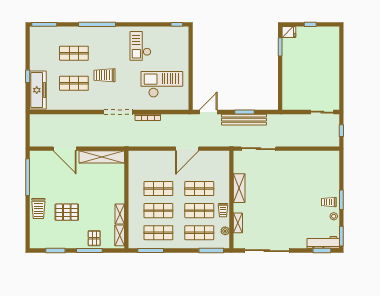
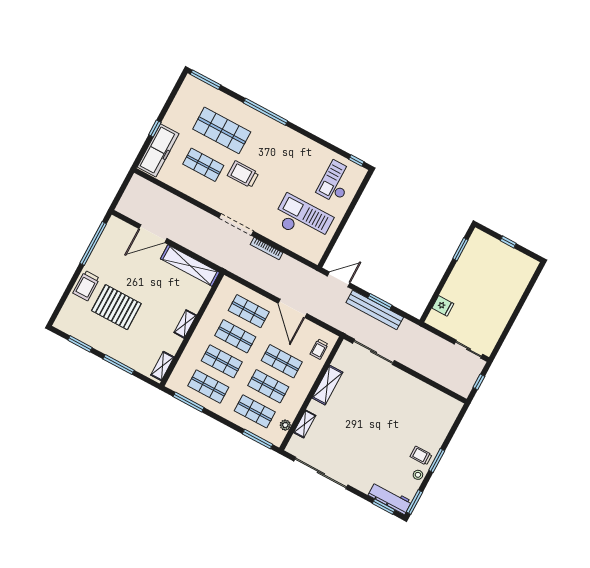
fridge: (289, 32) -> (443, 306), moved
checkout: (140, 46) -> (336, 182), moved
shop shelf: (74, 53) -> (222, 130), width x1.43, depth x1.36
door: (65, 149) -> (153, 234), hinge flipped
door: (187, 149) -> (292, 308), hinge flipped
shop shelf: (158, 167) -> (249, 311), added
trolley: (223, 210) -> (319, 349), moved
pallet: (67, 212) -> (116, 307), width x1.37, depth x1.41
shelving: (120, 214) -> (185, 324), moved
pallet: (94, 238) -> (132, 354), removed

